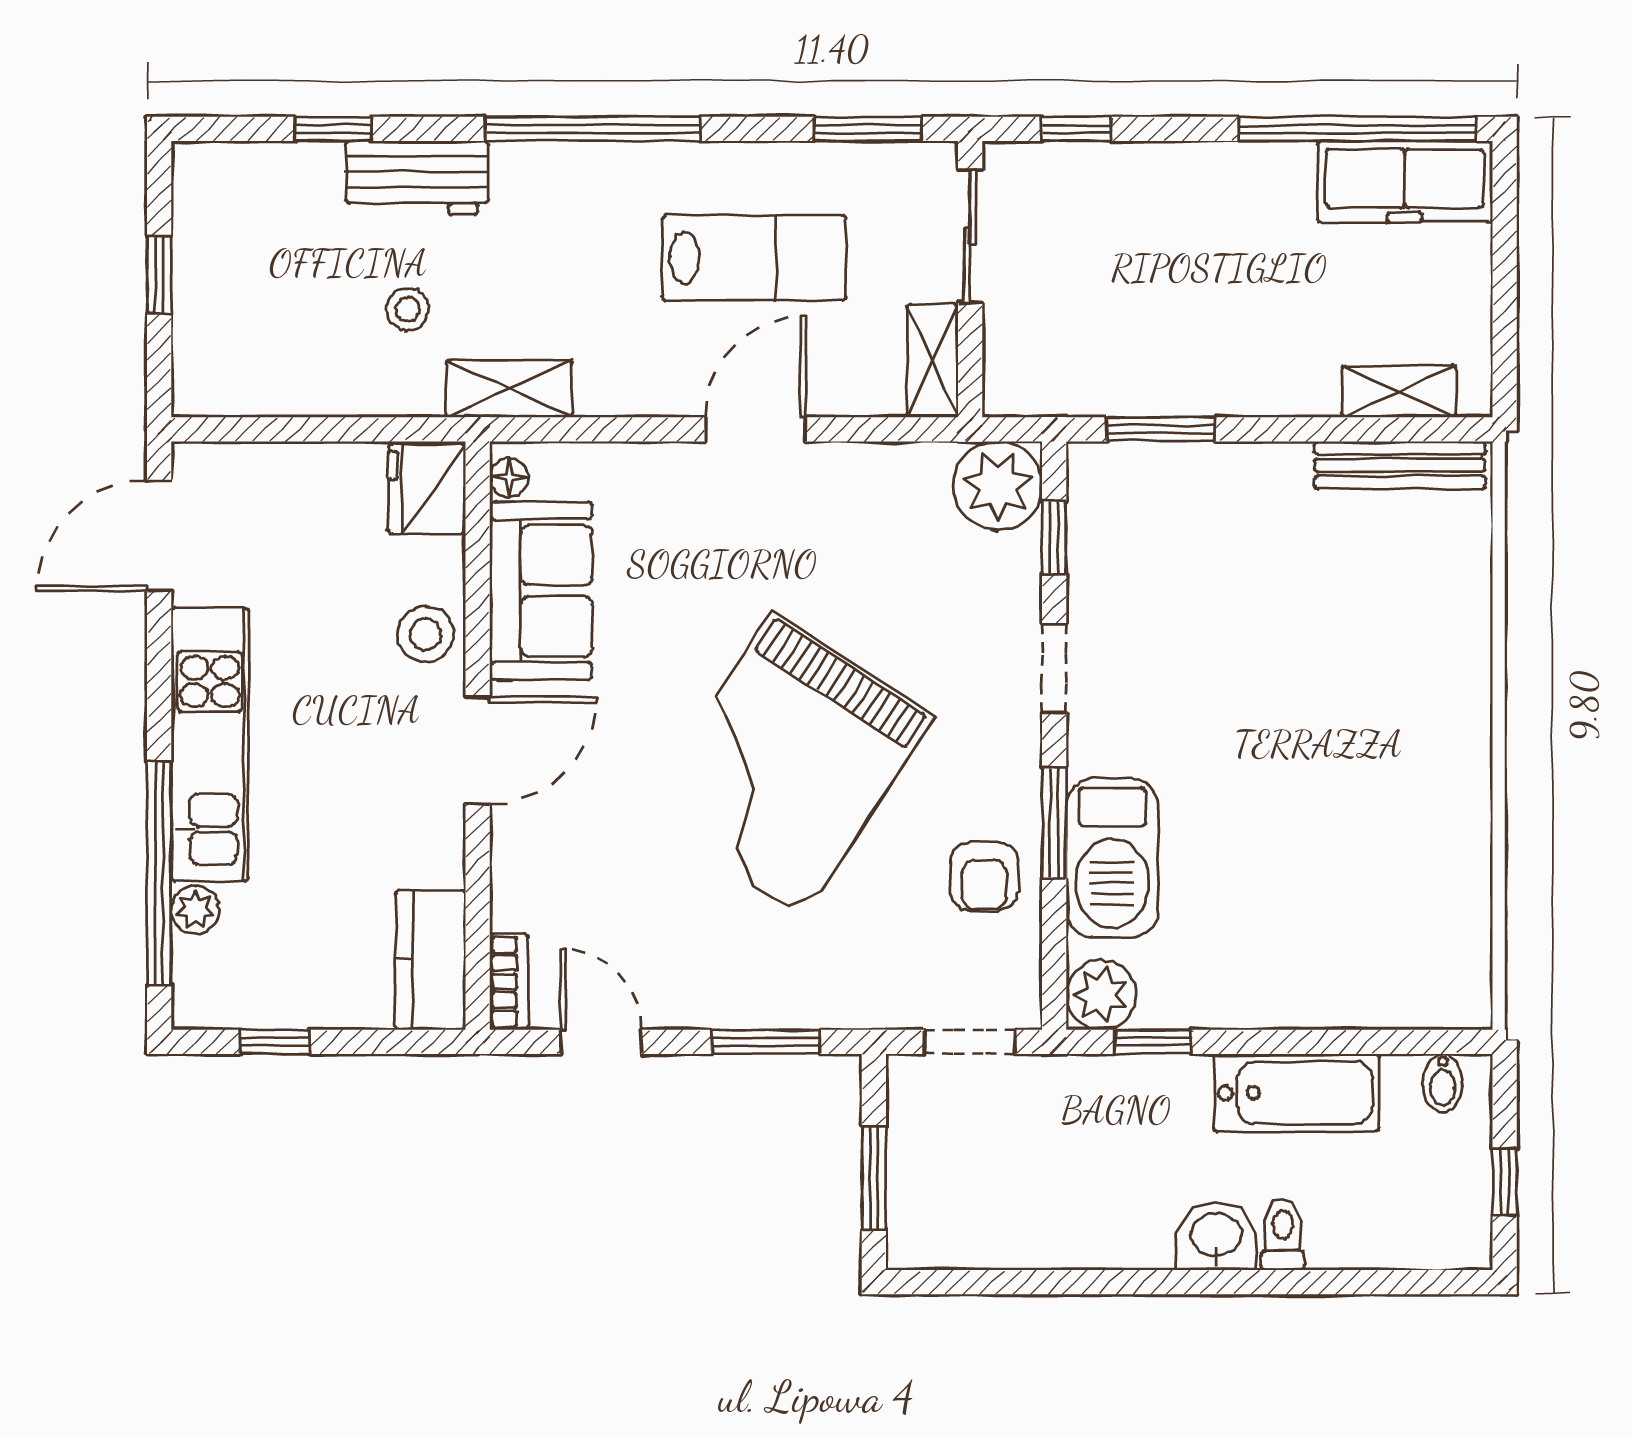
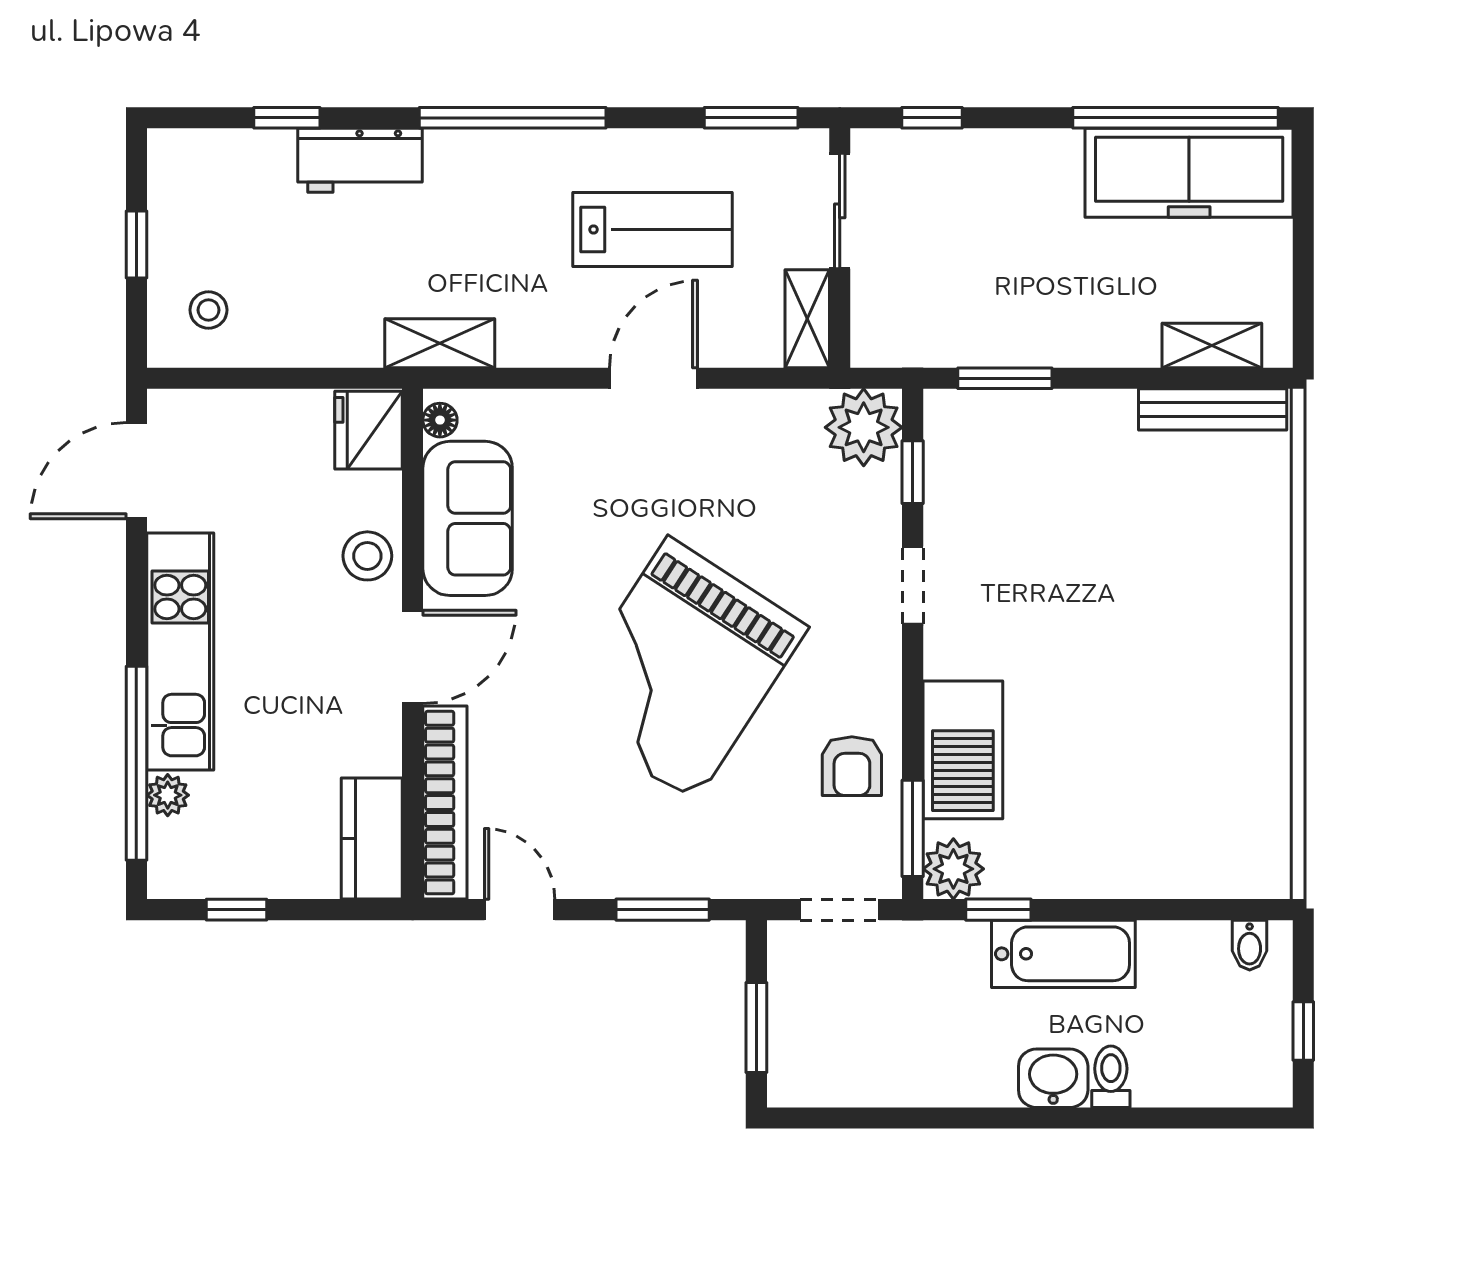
freezer: (1405, 182) -> (1189, 173), width x1.36, depth x1.26
stool: (408, 309) -> (209, 310), moved
window: (1054, 823) -> (913, 828), moved
bookcase: (509, 982) -> (445, 803), width x2.31, depth x1.31
bathtub: (1297, 1093) -> (1063, 954), moved

